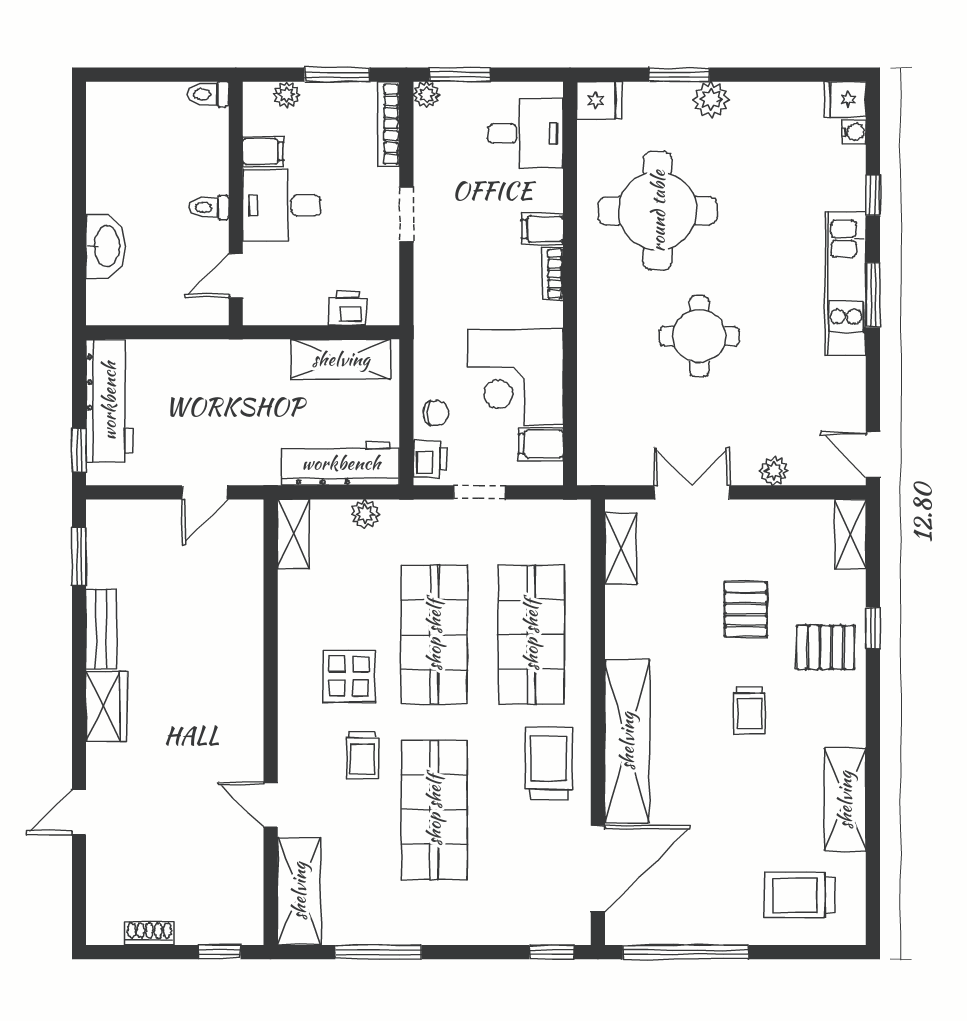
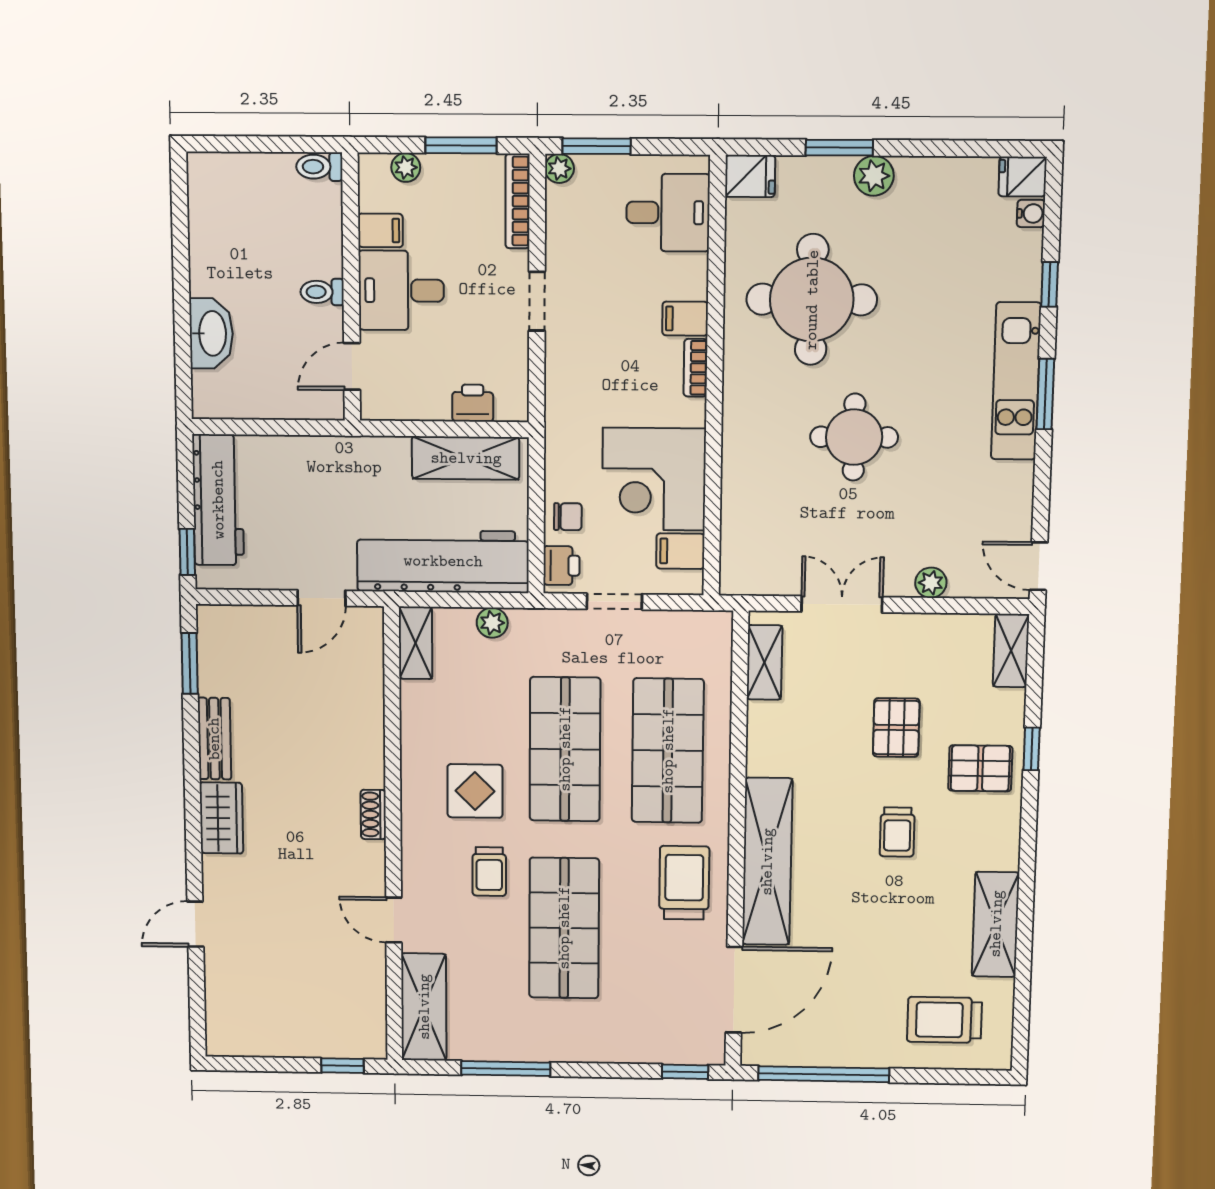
workbench: (341, 463) -> (443, 561), width x1.36, depth x1.32
shoe rack: (149, 933) -> (373, 814), moved, turned -90

